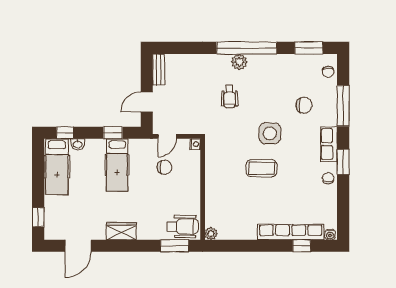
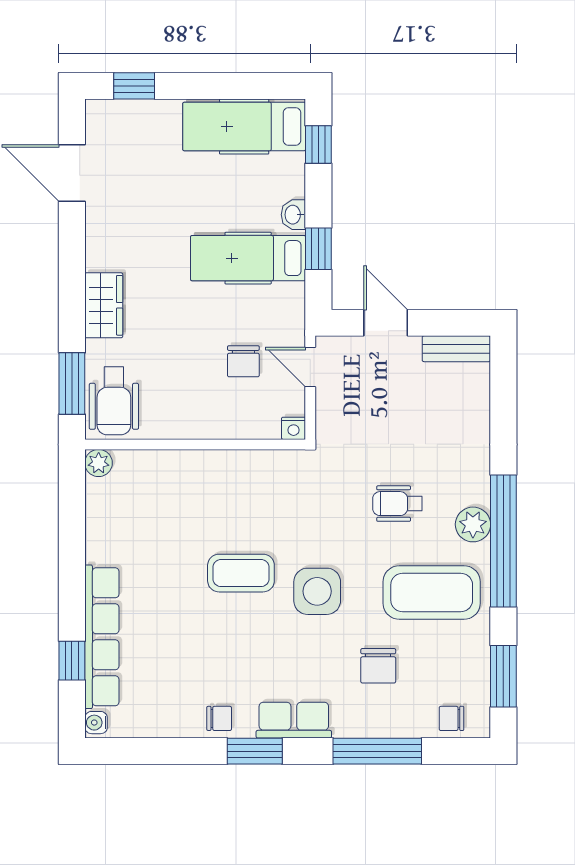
coffee table: (270, 81) -> (432, 592), added
washbasin: (78, 144) -> (293, 215), moved
coffee table: (261, 168) -> (241, 573), turned 90
wardrobe: (121, 231) -> (104, 305), moved

